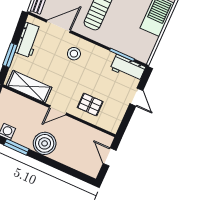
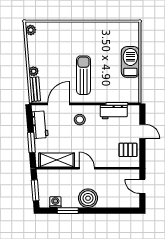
workbench: (128, 68) -> (114, 112), moved
pallet: (90, 105) -> (128, 150), moved
door: (58, 110) -> (87, 168), swing flipped

